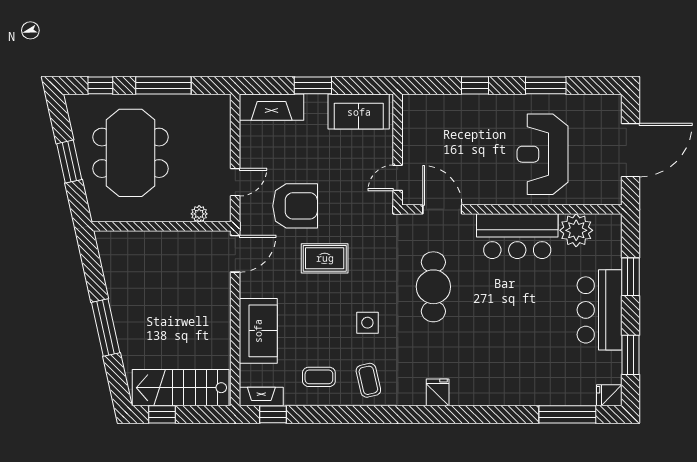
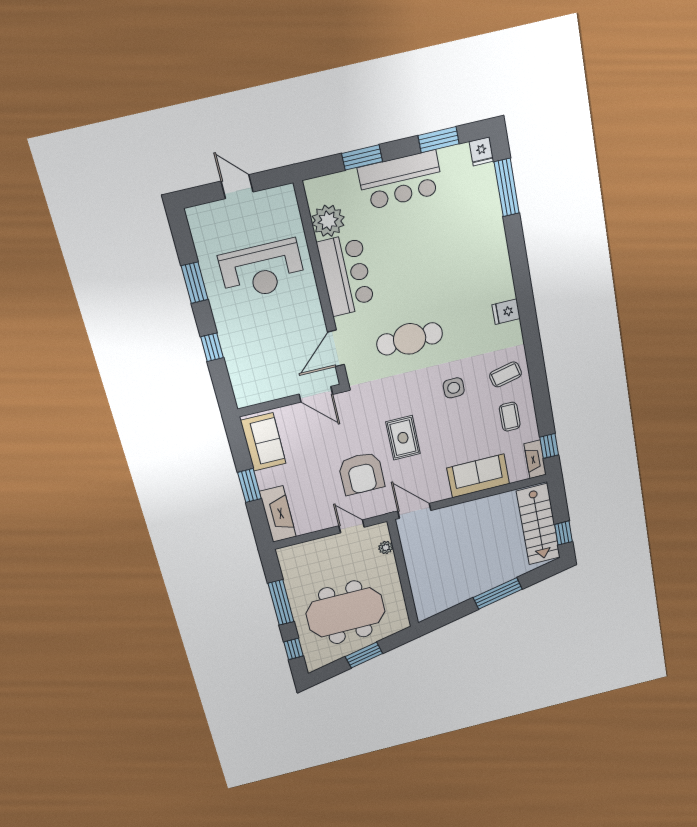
door: (630, 150) -> (237, 187), width x0.53
door: (398, 178) -> (316, 394), width x1.38
armchair: (295, 206) -> (361, 473), turned 180

